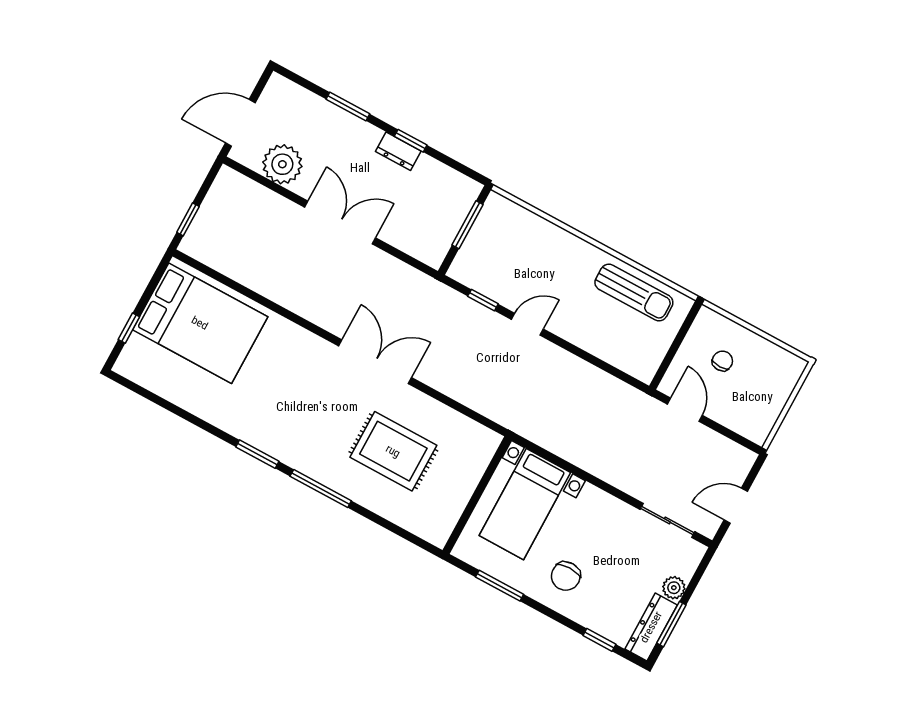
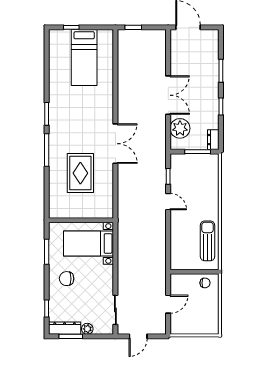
dresser: (398, 151) -> (213, 140), moved
plant: (282, 164) -> (180, 128), moved
sun lounger: (634, 292) -> (207, 241), turned 180
bed: (200, 323) -> (84, 58), width x0.67
chair: (722, 361) -> (205, 283), moved
door: (685, 410) -> (168, 304), moved
door: (736, 506) -> (138, 336), swing flipped

